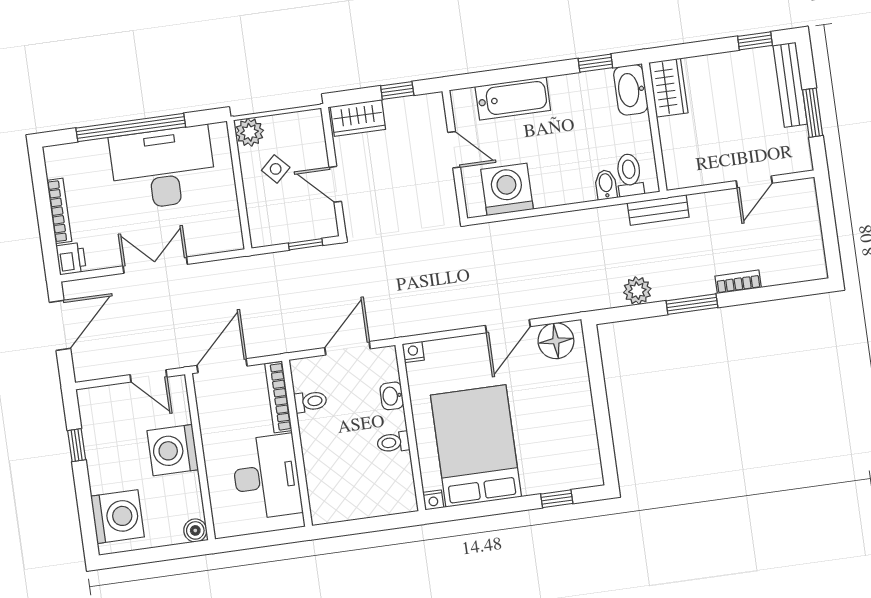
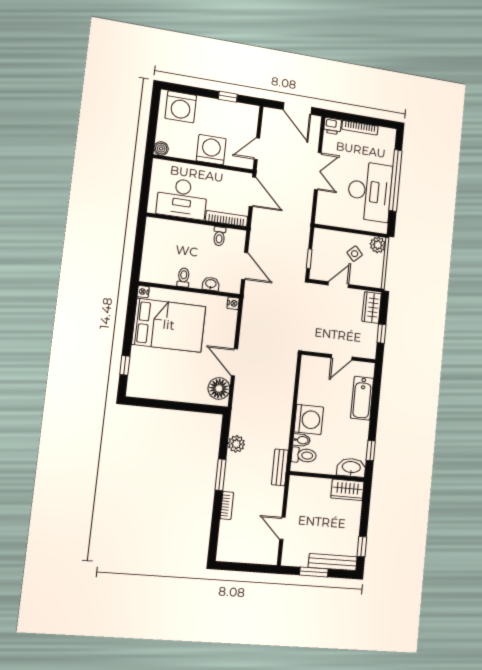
washing machine: (507, 189) -> (309, 419), moved

